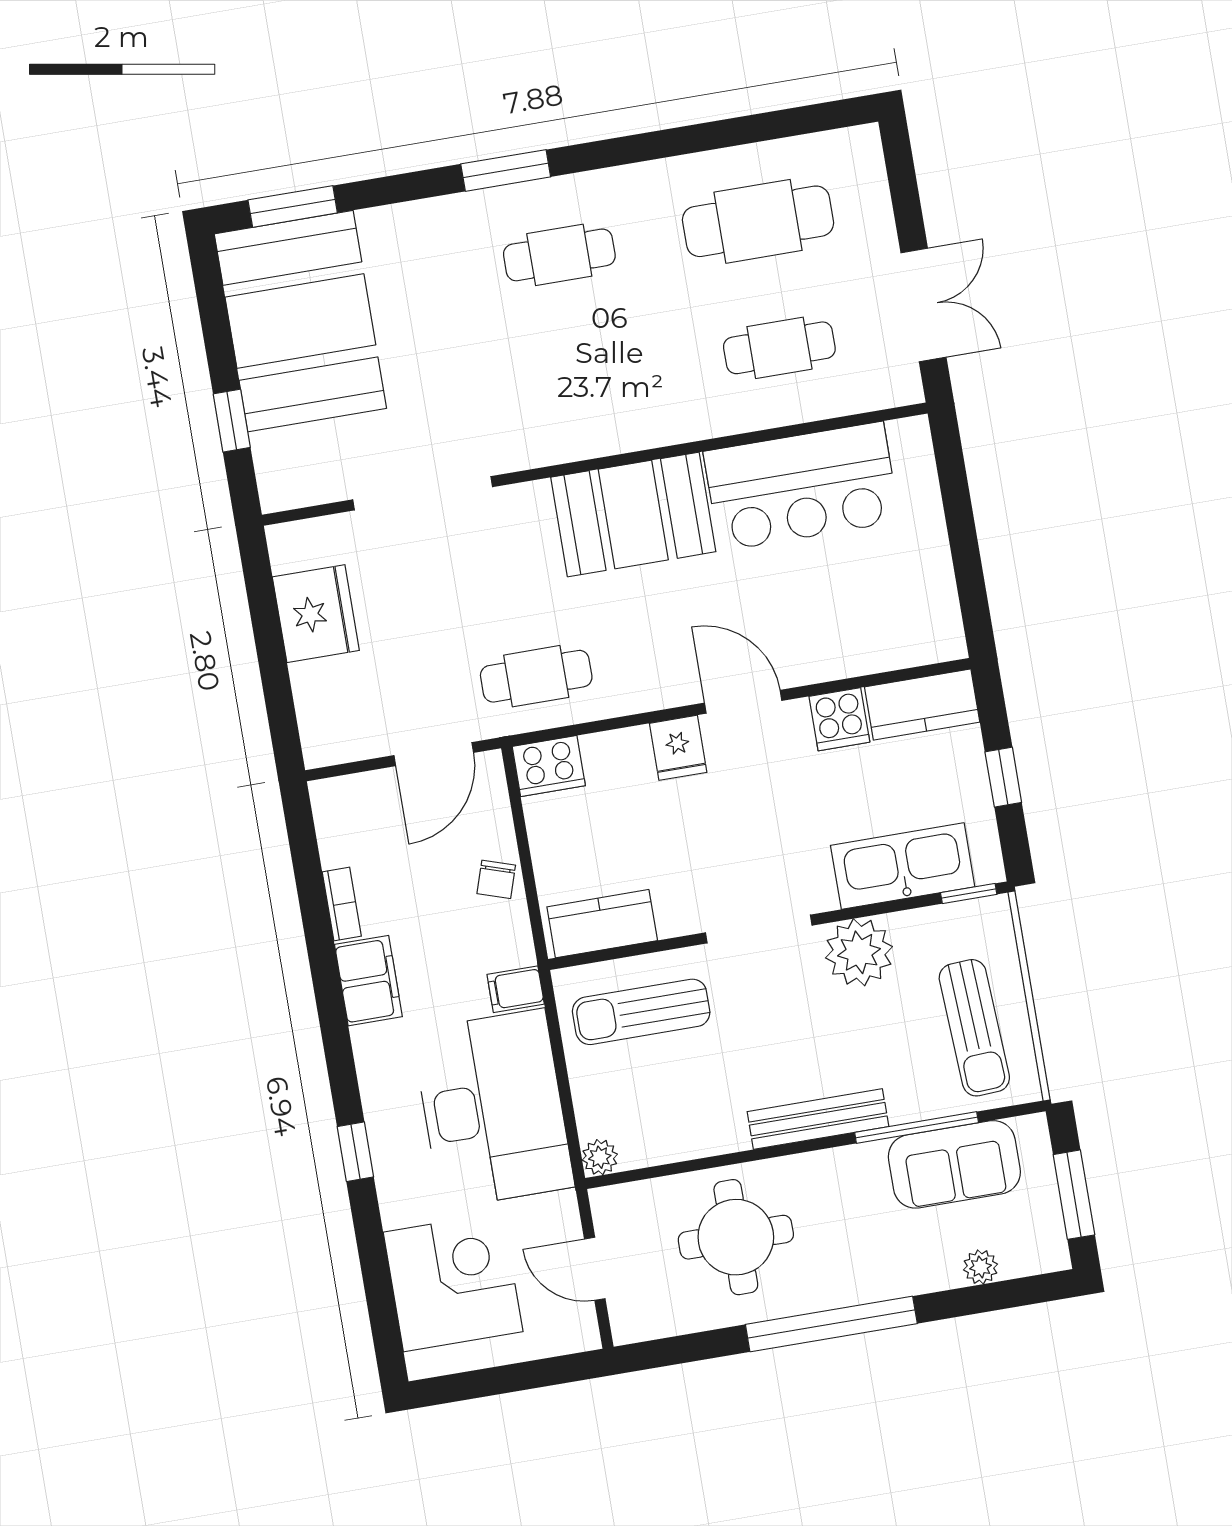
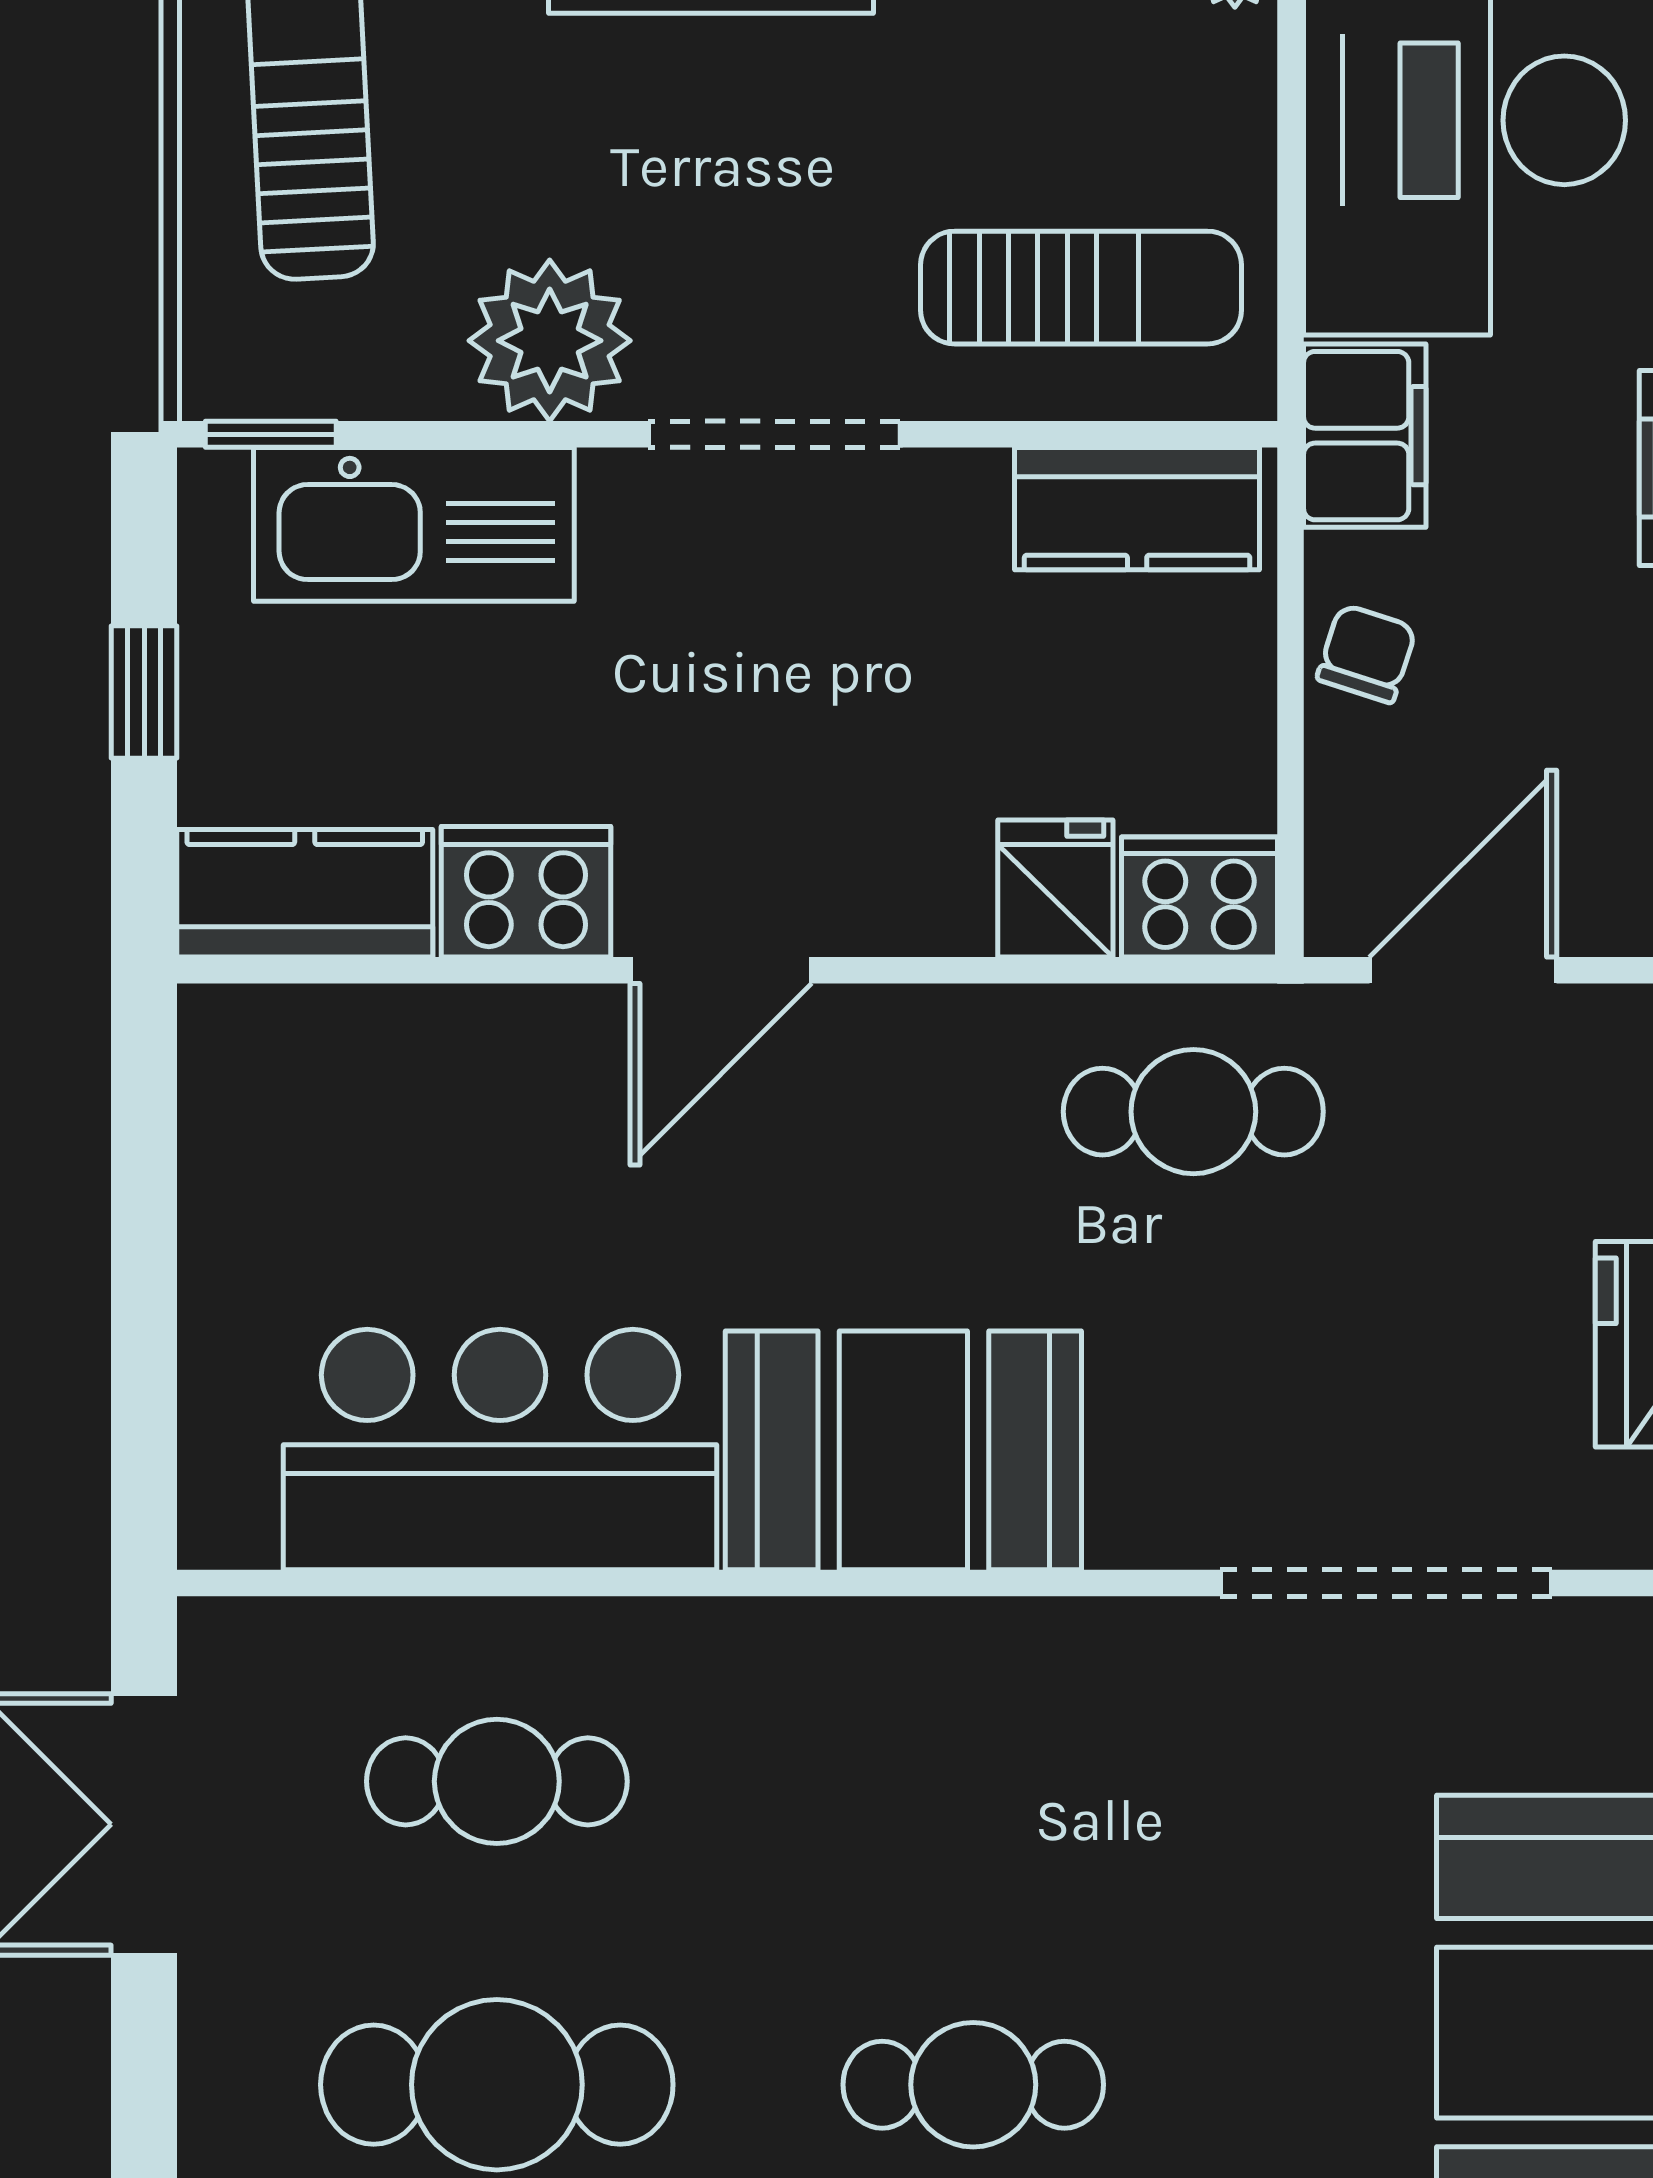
door: (743, 702) -> (721, 970), hinge flipped
cooker: (839, 719) -> (526, 892), width x1.36
fridge: (678, 748) -> (1055, 889), moved
filing cabinet: (516, 989) -> (1365, 436), width x2.00

